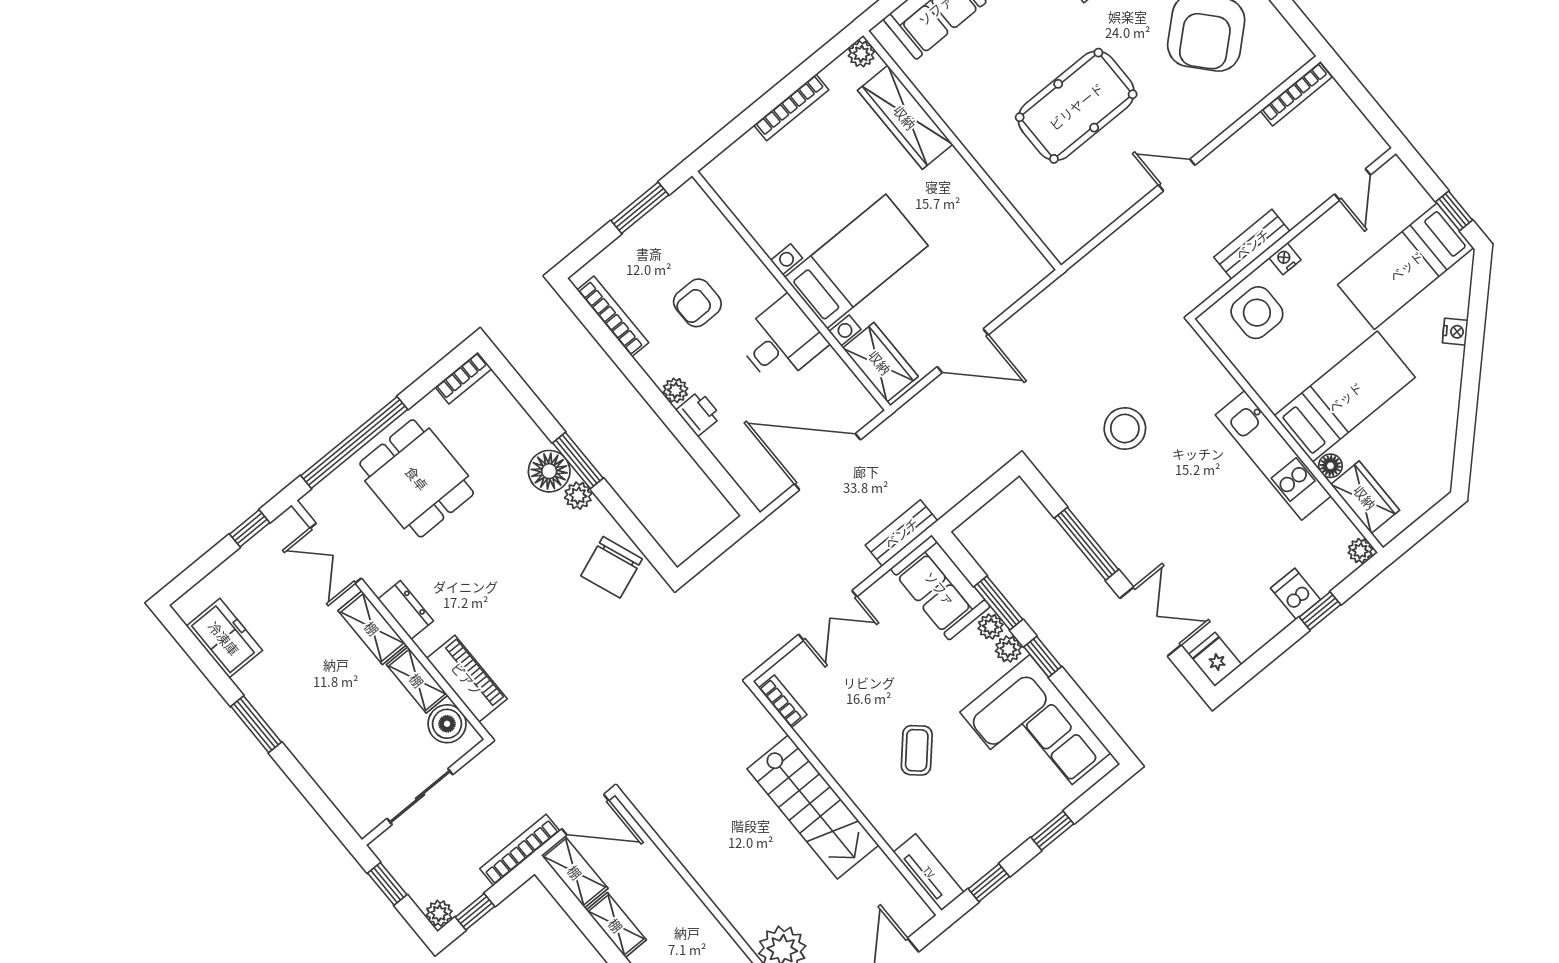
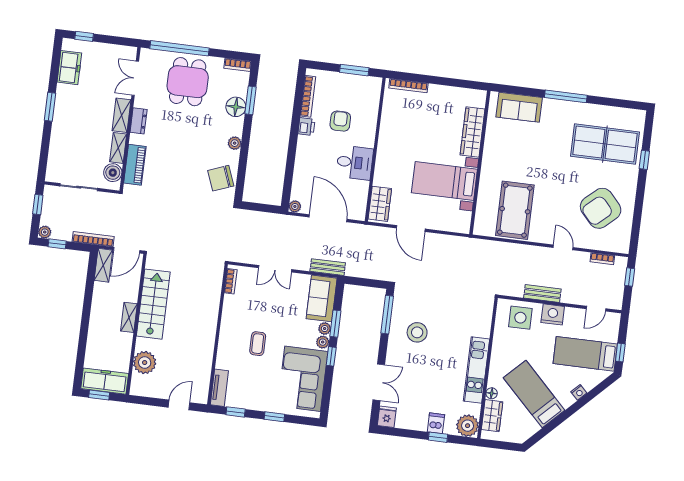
plant: (861, 54) -> (480, 96), removed
window: (1353, 87) -> (630, 277), added
bookcase: (1296, 94) -> (602, 259), width x0.64
pool table: (1076, 106) -> (515, 210), moved, turned 90
bookcase: (791, 107) -> (408, 86), moved
door: (1177, 175) -> (563, 247), moved
nightstand: (1285, 259) -> (553, 314), width x1.89, depth x1.79
bed with nightstands: (856, 262) -> (444, 181), moved, turned 180
armchair: (697, 303) -> (340, 121), turned 90
plant: (675, 390) -> (295, 206), moved
bed: (1345, 397) -> (534, 394), moved, turned -135
printer: (699, 413) -> (306, 126), moved
stool: (1125, 428) -> (417, 332), moved
window: (578, 460) -> (251, 100), moved
floor lamp: (549, 471) -> (236, 107), moved
window: (250, 528) -> (84, 36), moved
window: (1087, 544) -> (387, 315), moved
plant: (1360, 551) -> (468, 426), width x1.87, depth x1.87
coffee table: (917, 750) -> (258, 344), turned -42
stairs: (813, 807) -> (153, 304), moved, turned 180
door: (585, 815) -> (127, 250), hinge flipped
shelving: (616, 925) -> (129, 317), moved

